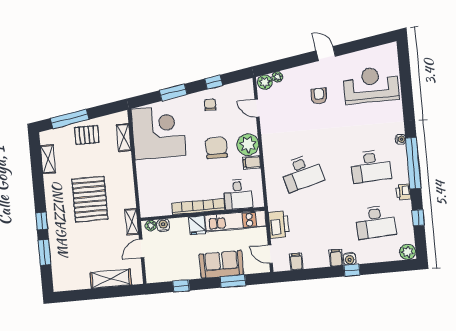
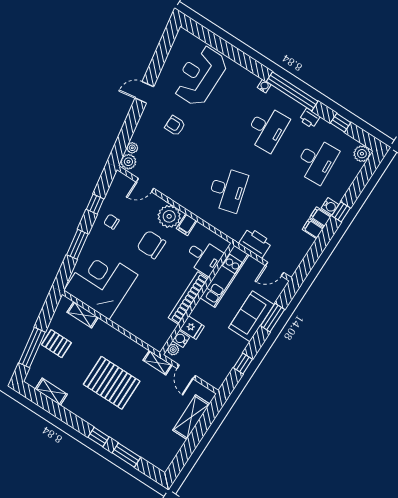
pallet: (87, 135) -> (56, 344), turned 90
fridge: (197, 225) -> (192, 328), moved
filing cabinet: (296, 262) -> (313, 229), moved

